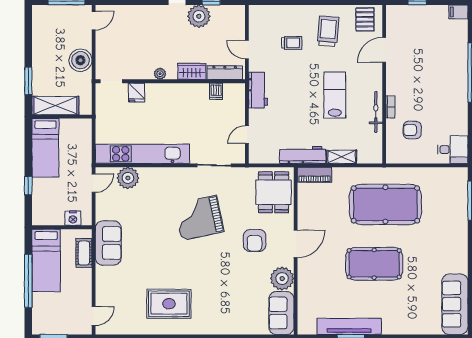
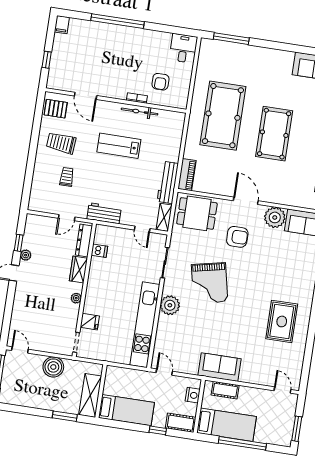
plant: (199, 16) -> (26, 255), width x0.53, depth x0.53
shelving: (342, 157) -> (164, 217), moved
plant: (128, 178) -> (170, 305), moved
cot: (41, 210) -> (181, 423), added

